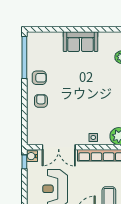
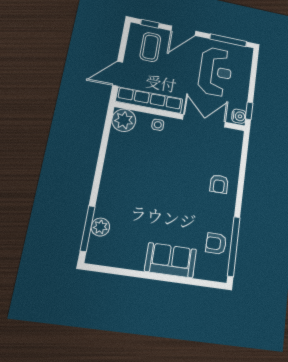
sofa: (81, 42) -> (171, 260), moved
armchair: (39, 78) -> (216, 244), moved

